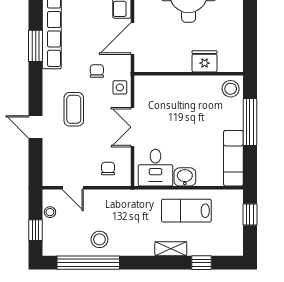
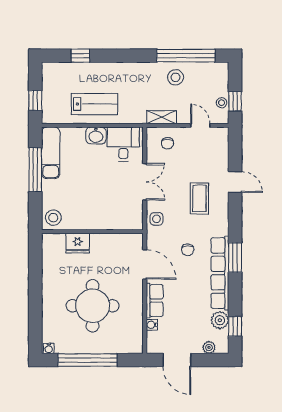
door: (133, 39) -> (145, 264), hinge flipped
chair: (97, 71) -> (188, 250), moved
window: (250, 122) -> (35, 170), moved
window: (36, 230) -> (235, 101), moved
shelving: (171, 249) -> (162, 117), moved

